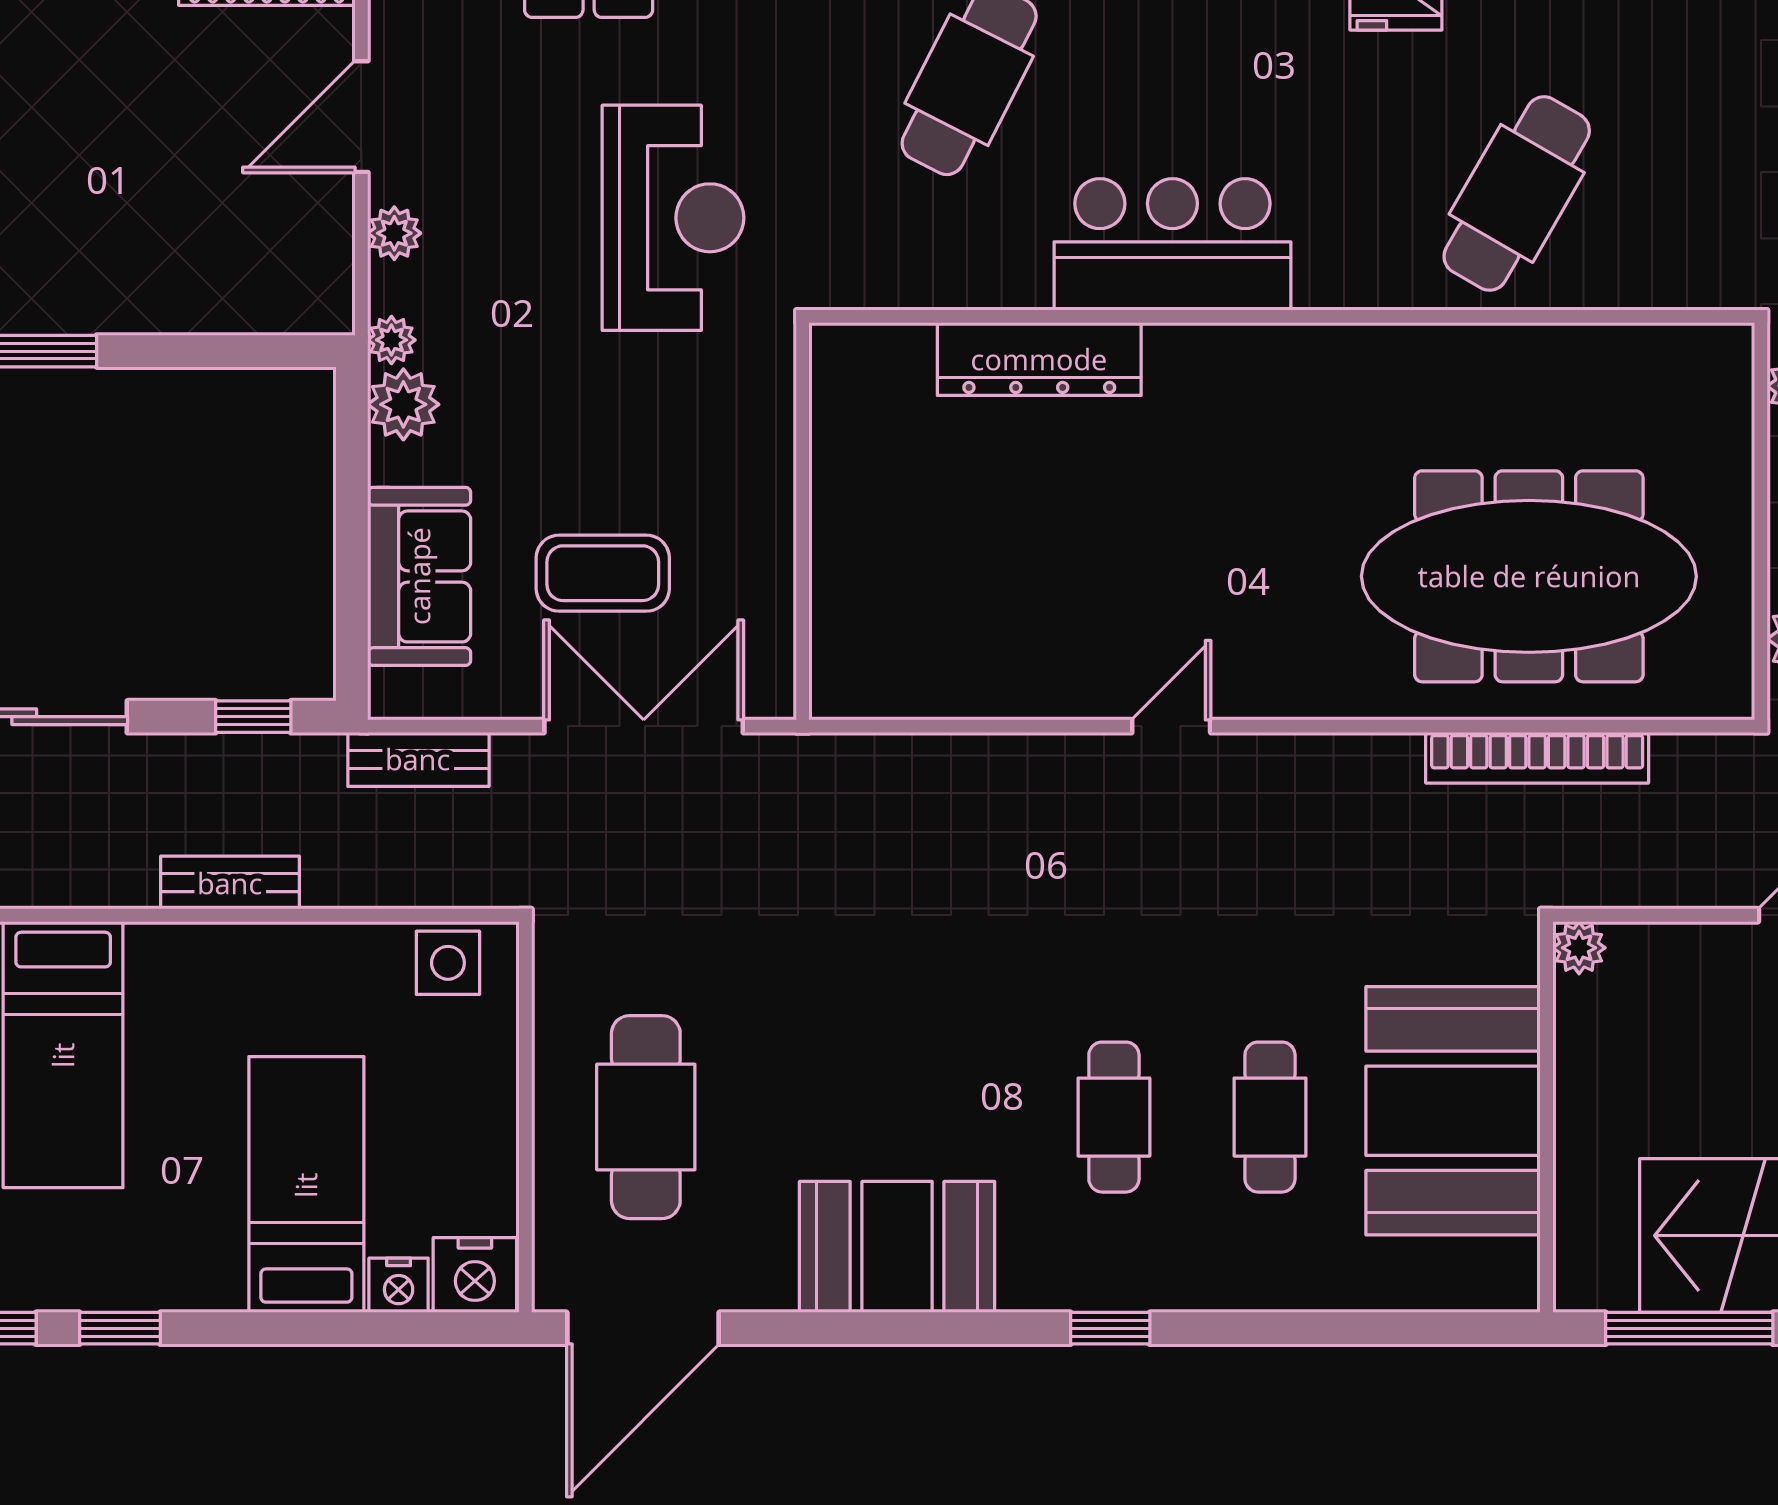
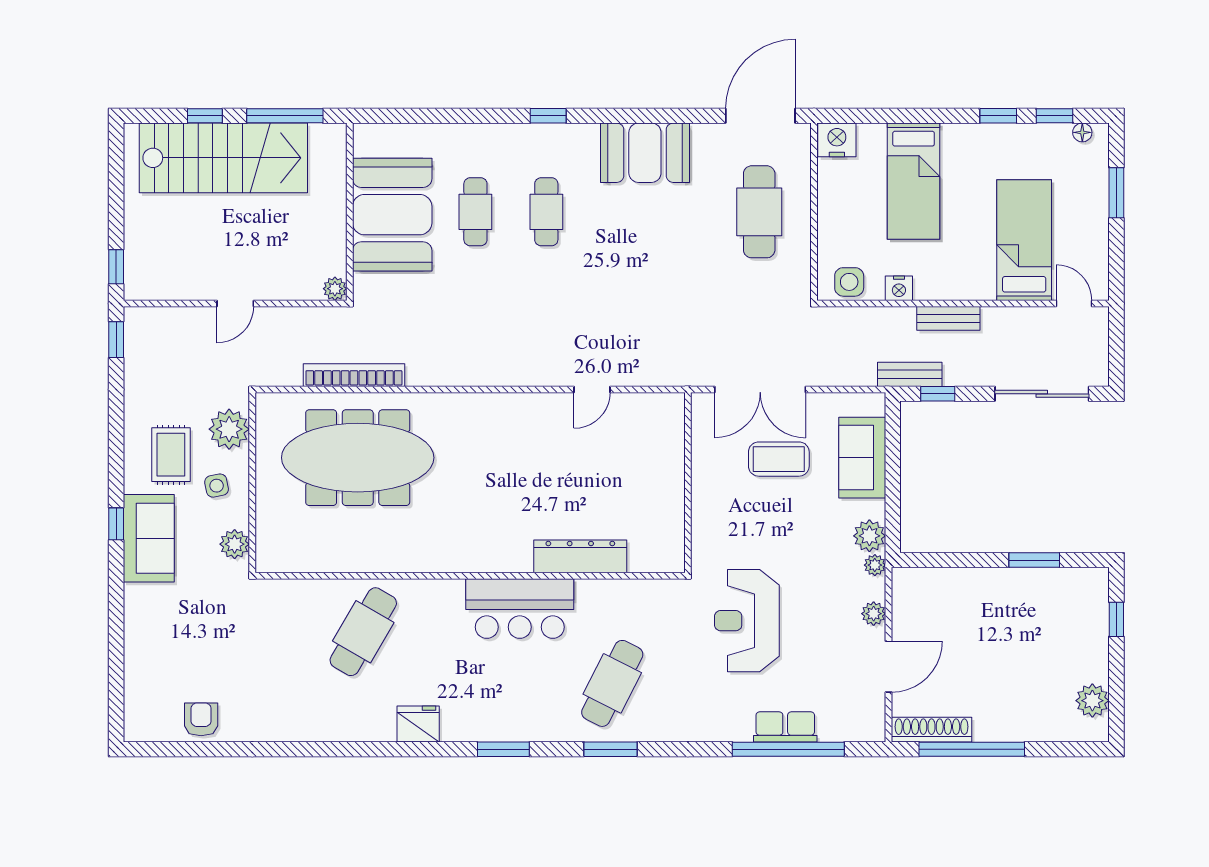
door: (1171, 726) -> (592, 389), moved
bench: (418, 759) -> (910, 374), moved
nightstand: (399, 1285) -> (899, 288), moved, turned 180

